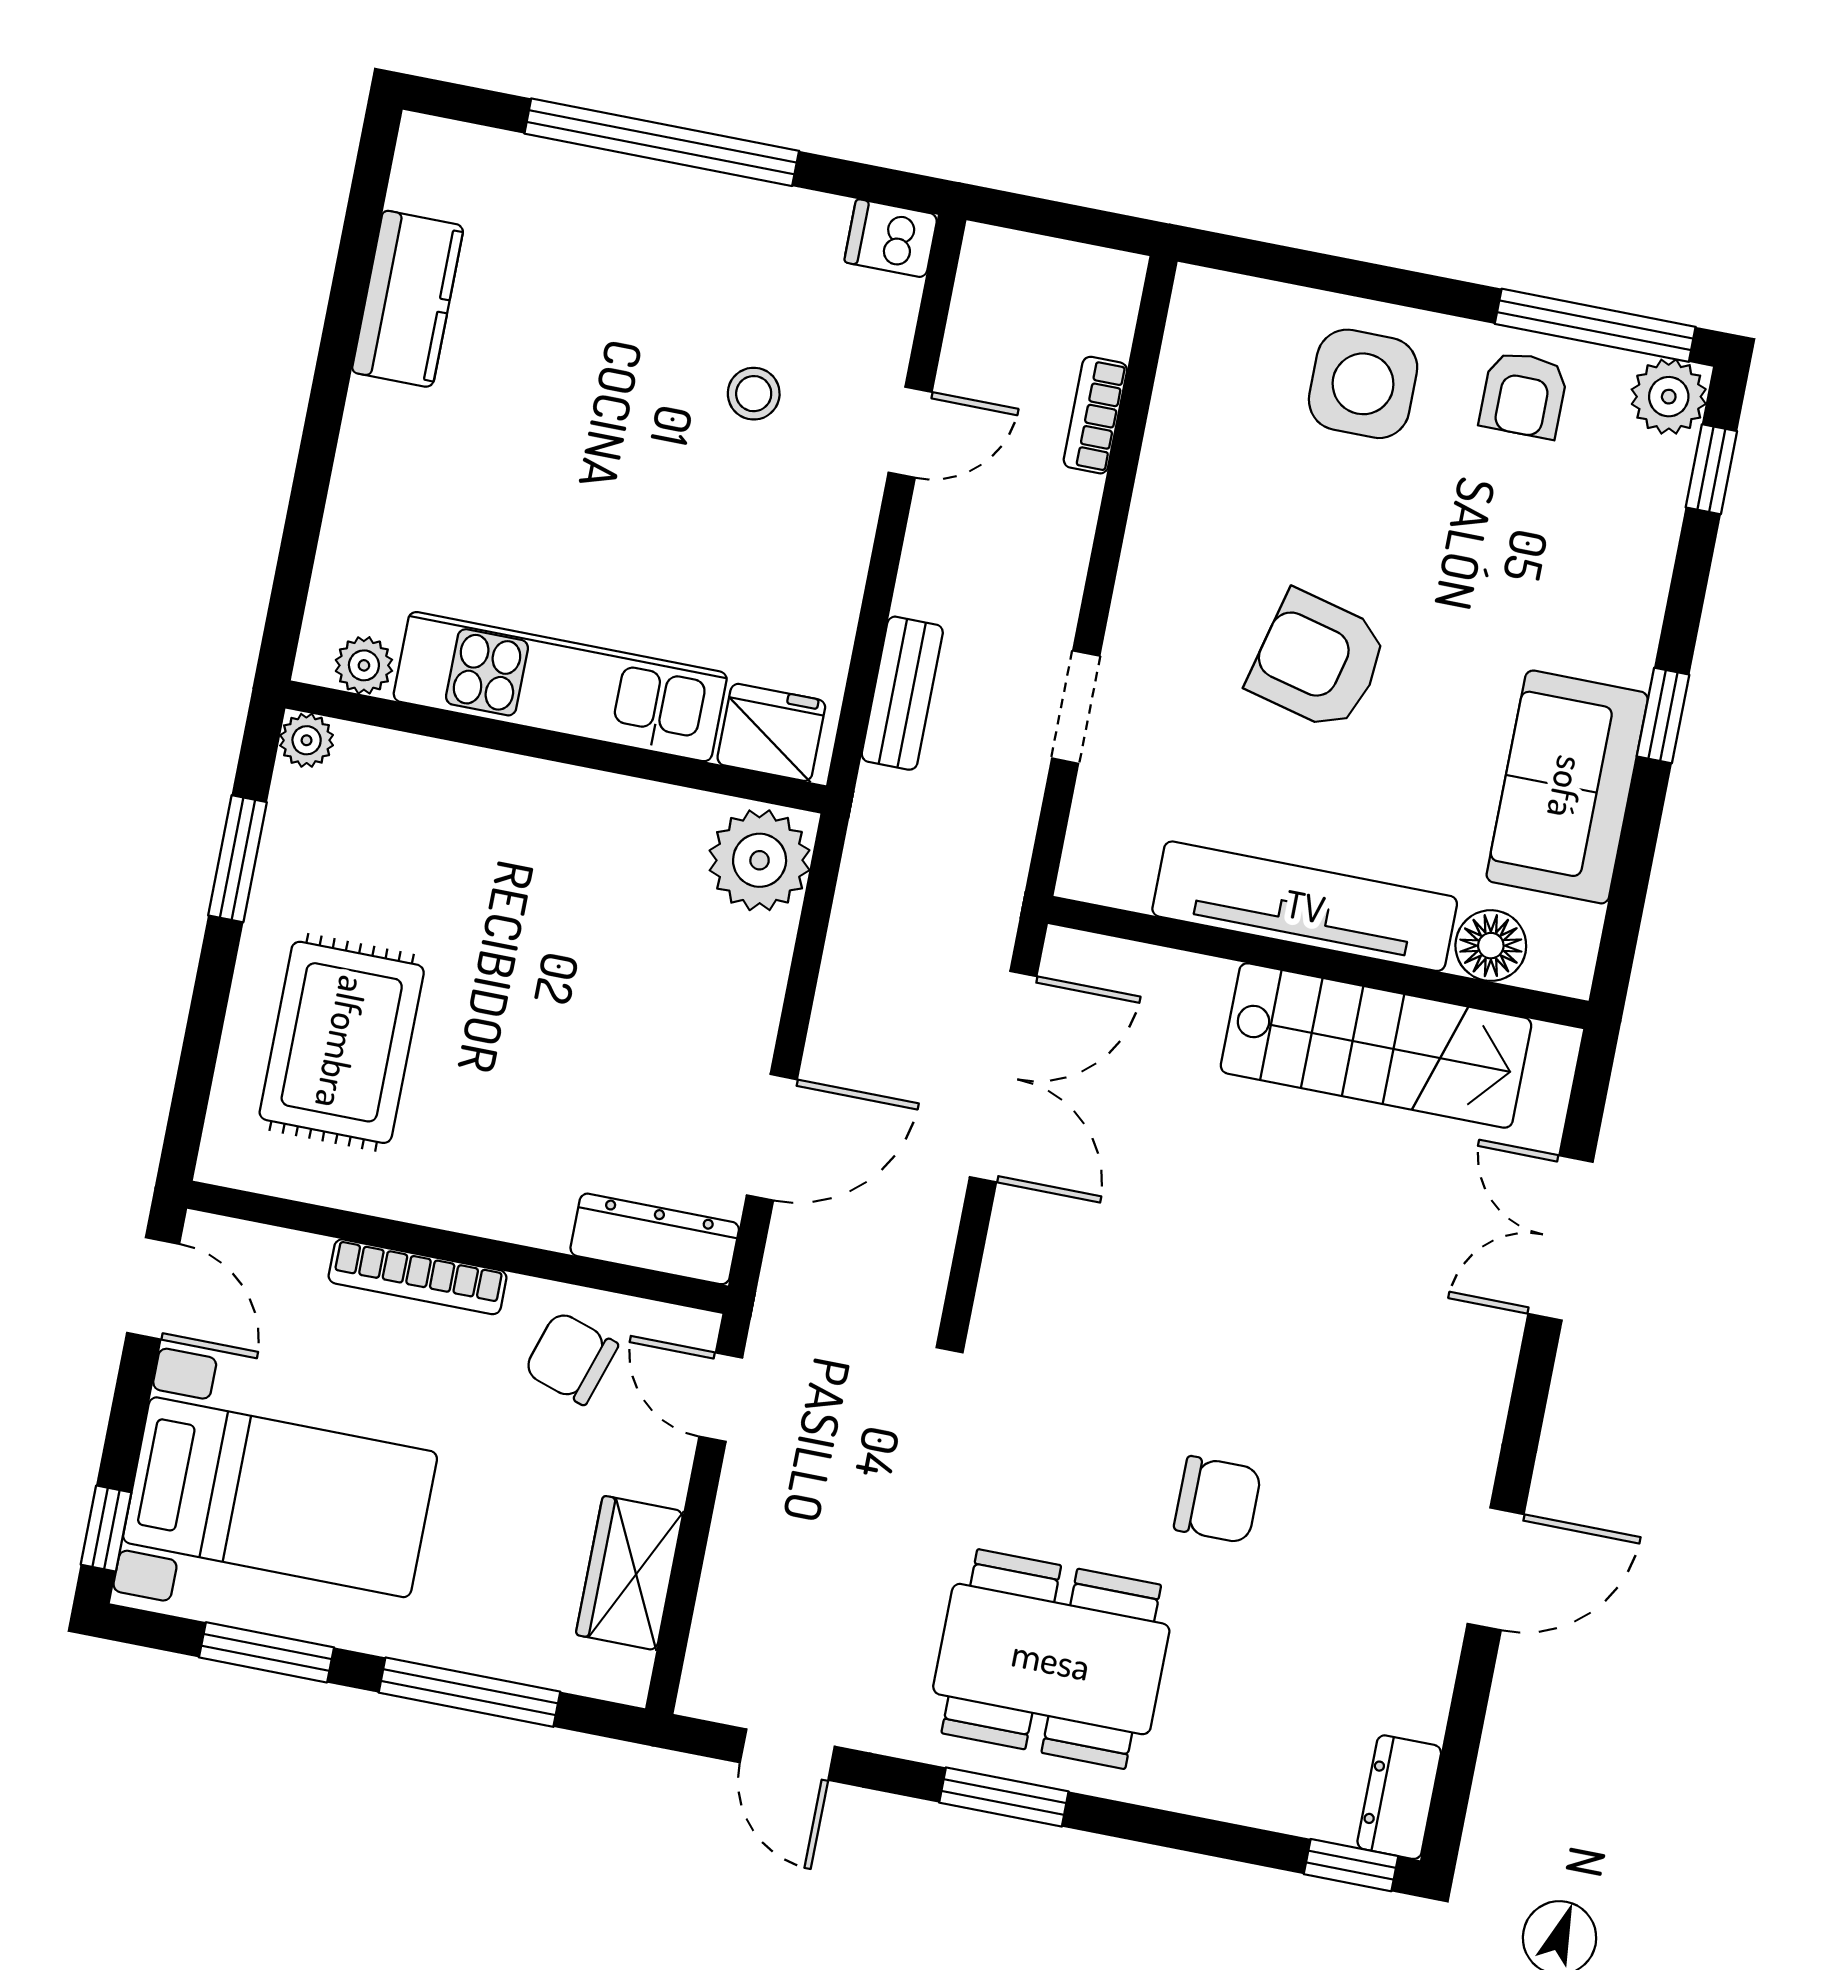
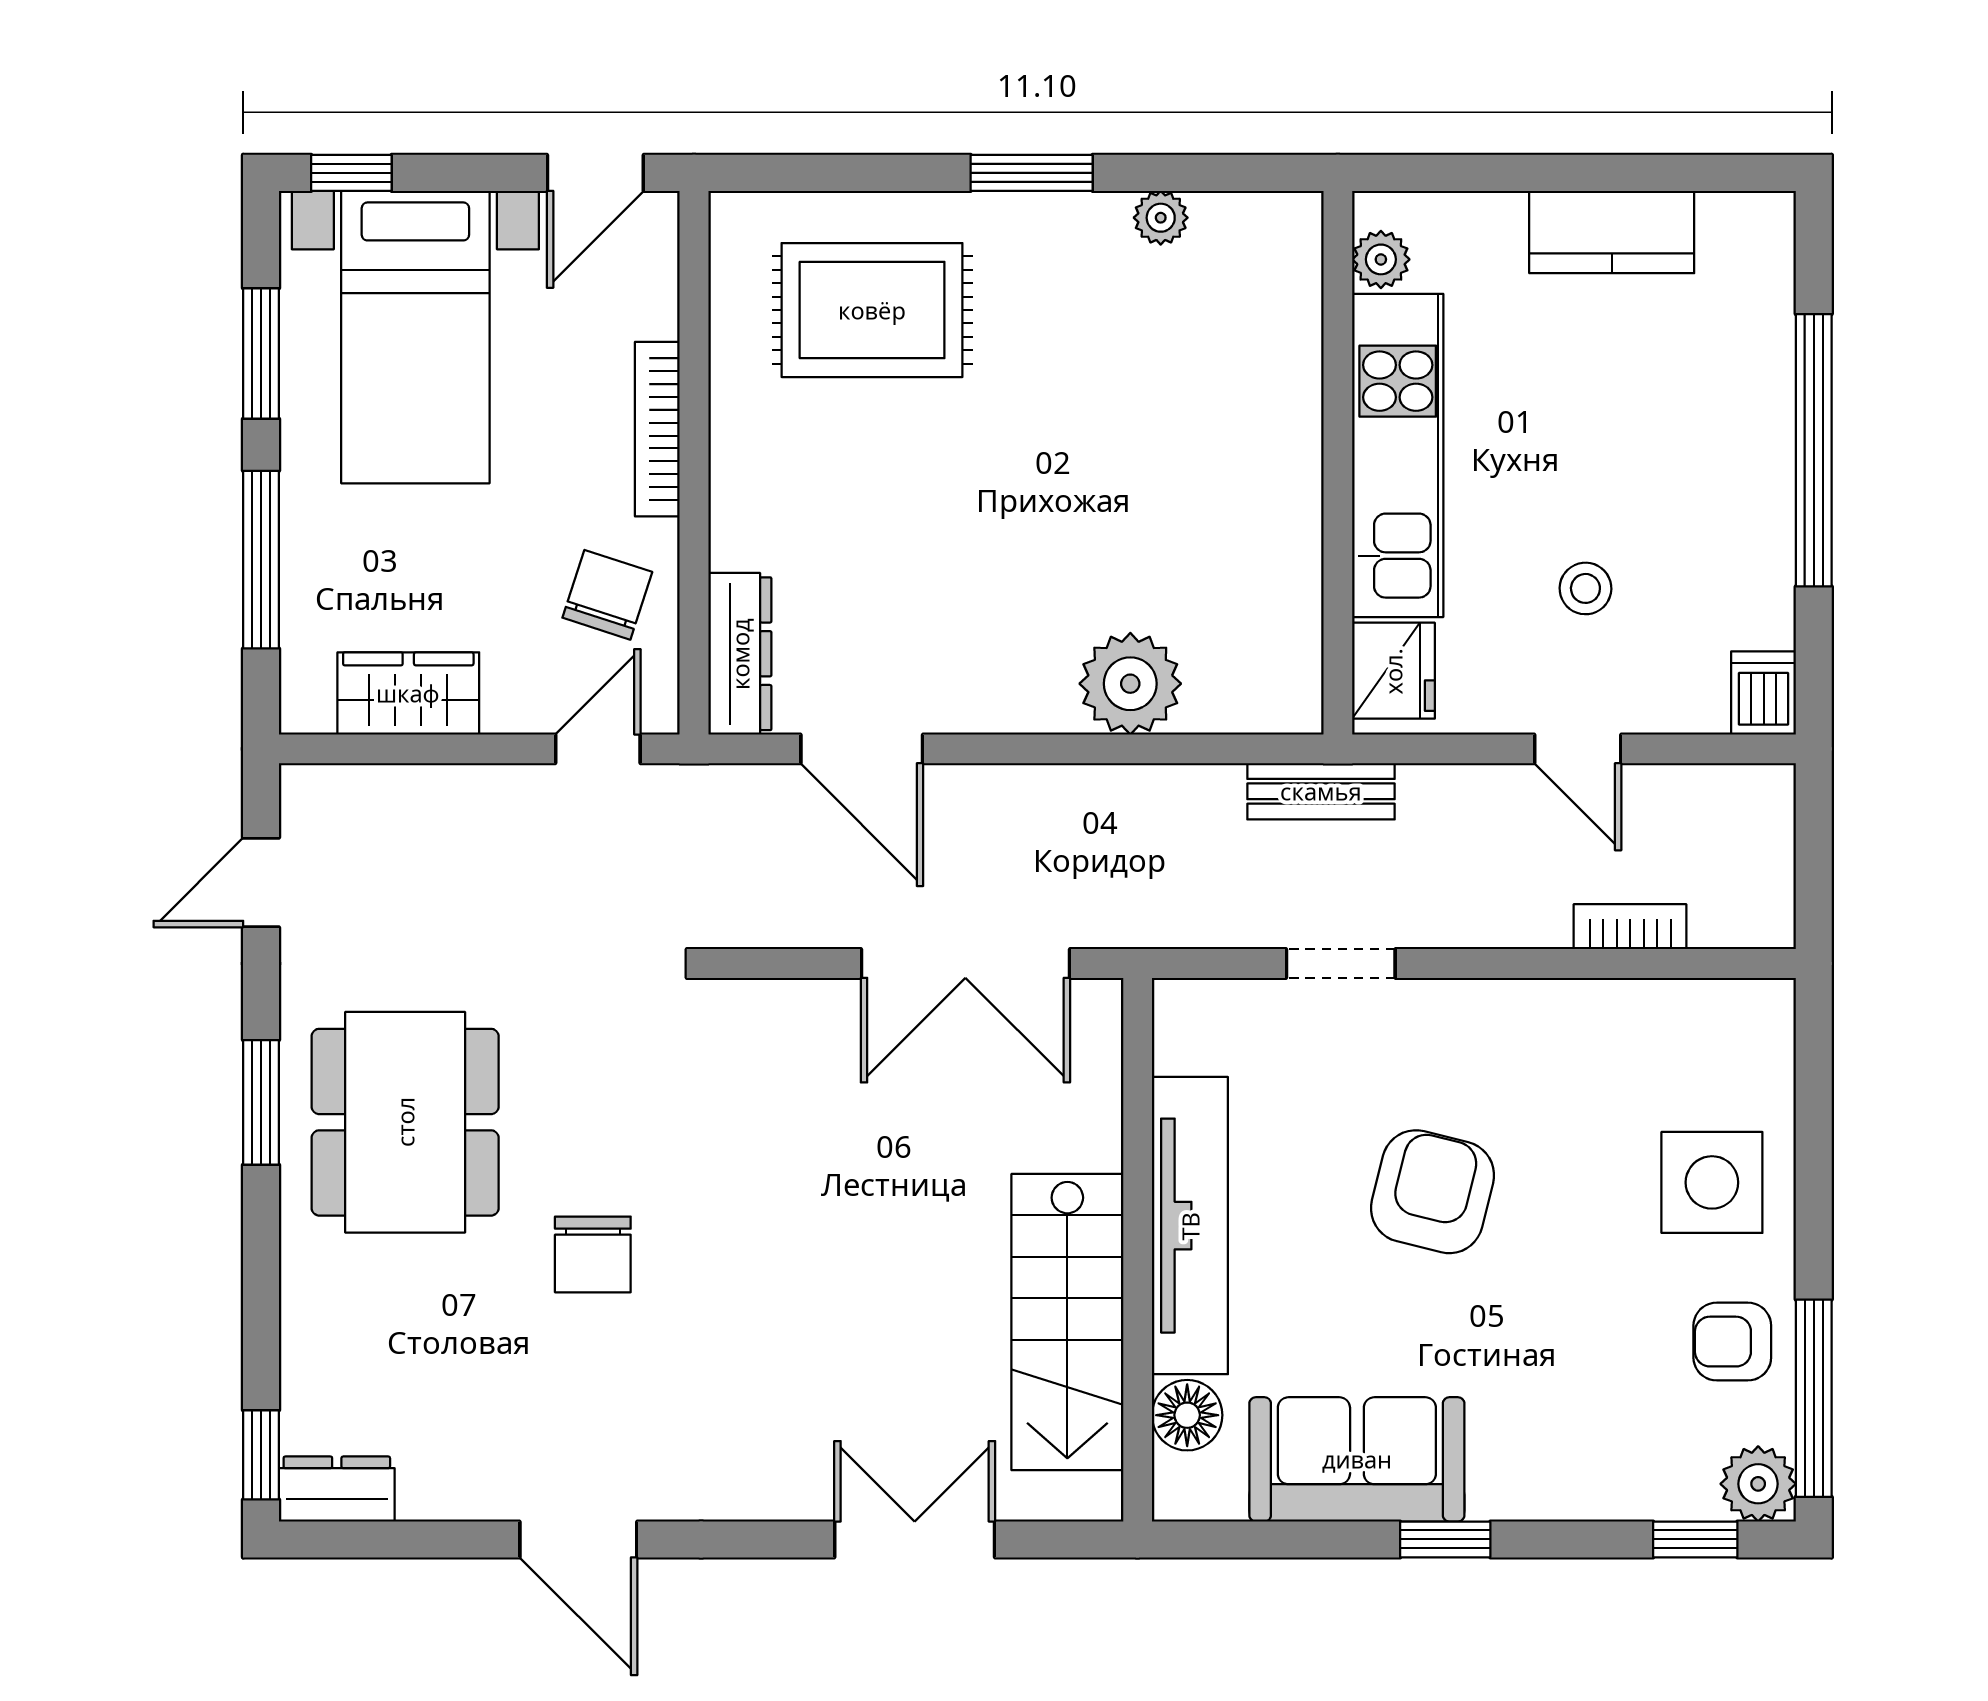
plant: (364, 665) -> (1381, 259), moved
kitchen unit: (560, 687) -> (1398, 455), moved
fridge: (771, 732) -> (1393, 671), moved
wall: (556, 747) -> (1338, 463), moved

